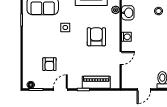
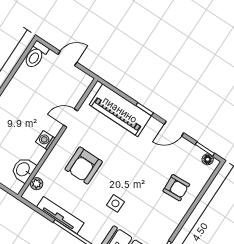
armchair: (49, 64) -> (176, 188), moved, turned 87
piano: (96, 82) -> (120, 110), width x1.37, depth x1.33

